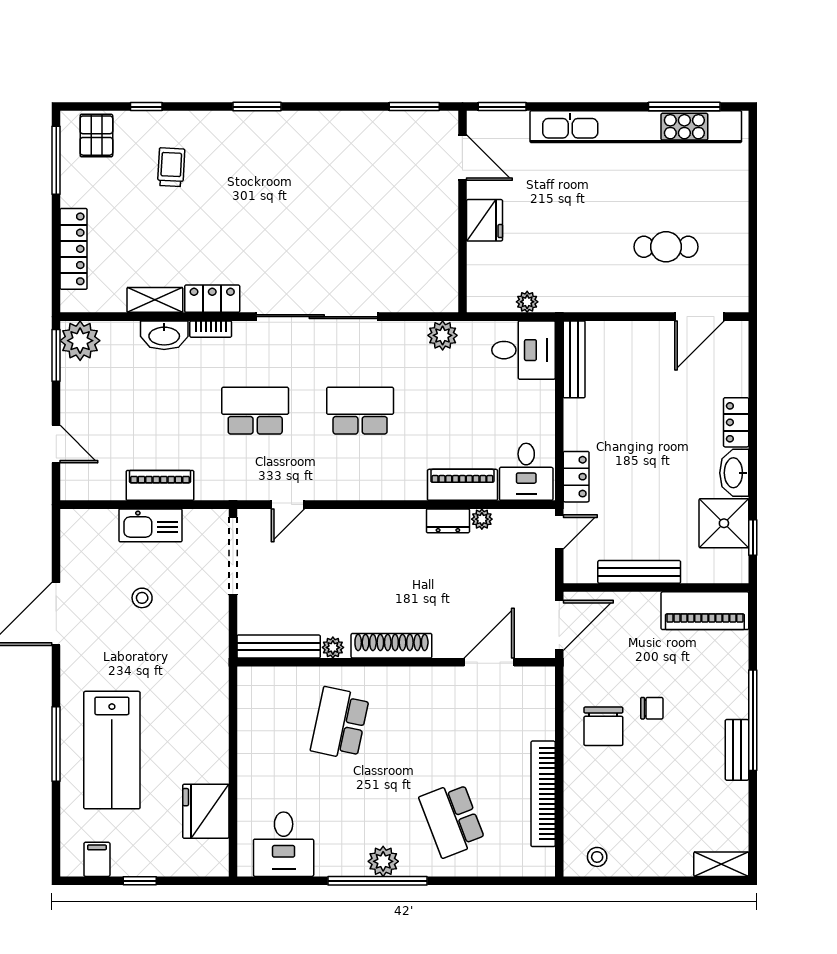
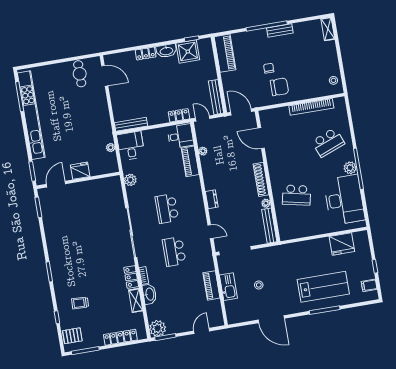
cafe table: (666, 247) -> (80, 74), moved
dresser: (448, 521) -> (212, 199), moved
bench: (639, 572) -> (216, 97), moved
desk: (284, 844) -> (344, 200), width x1.87, depth x1.30

